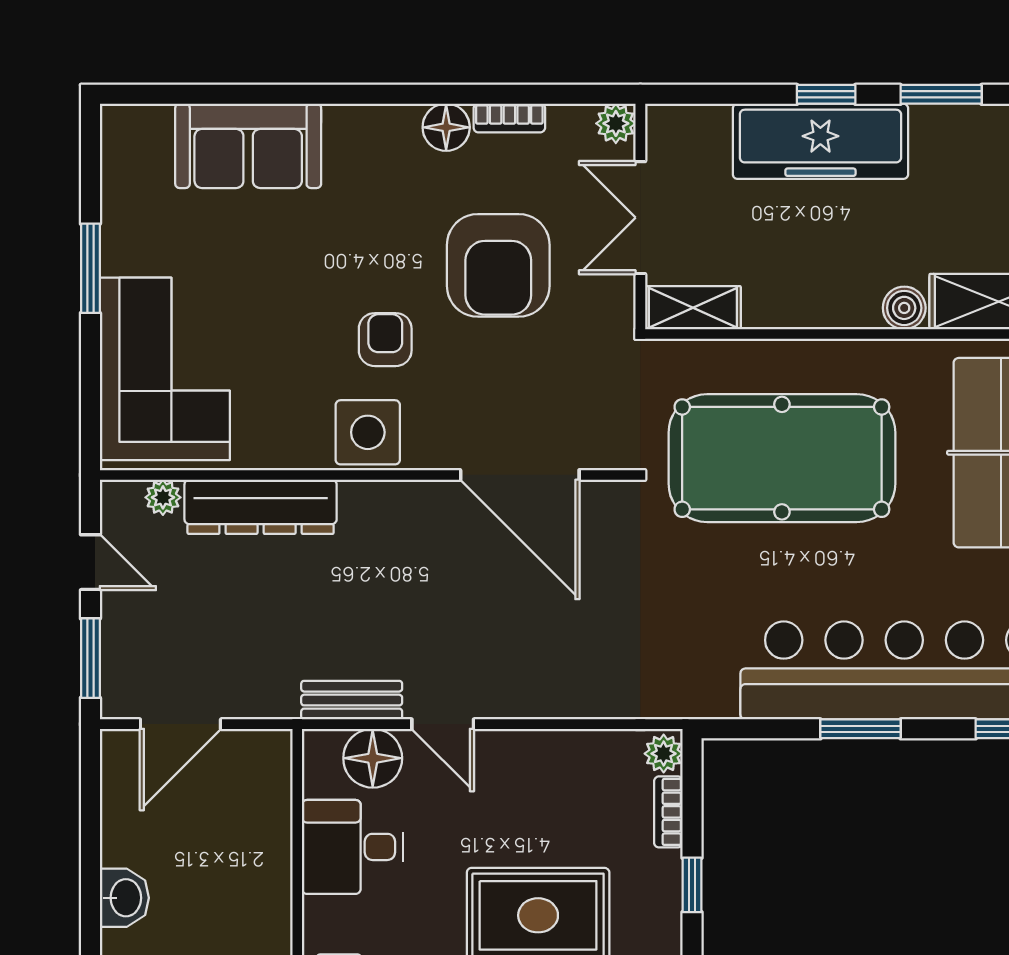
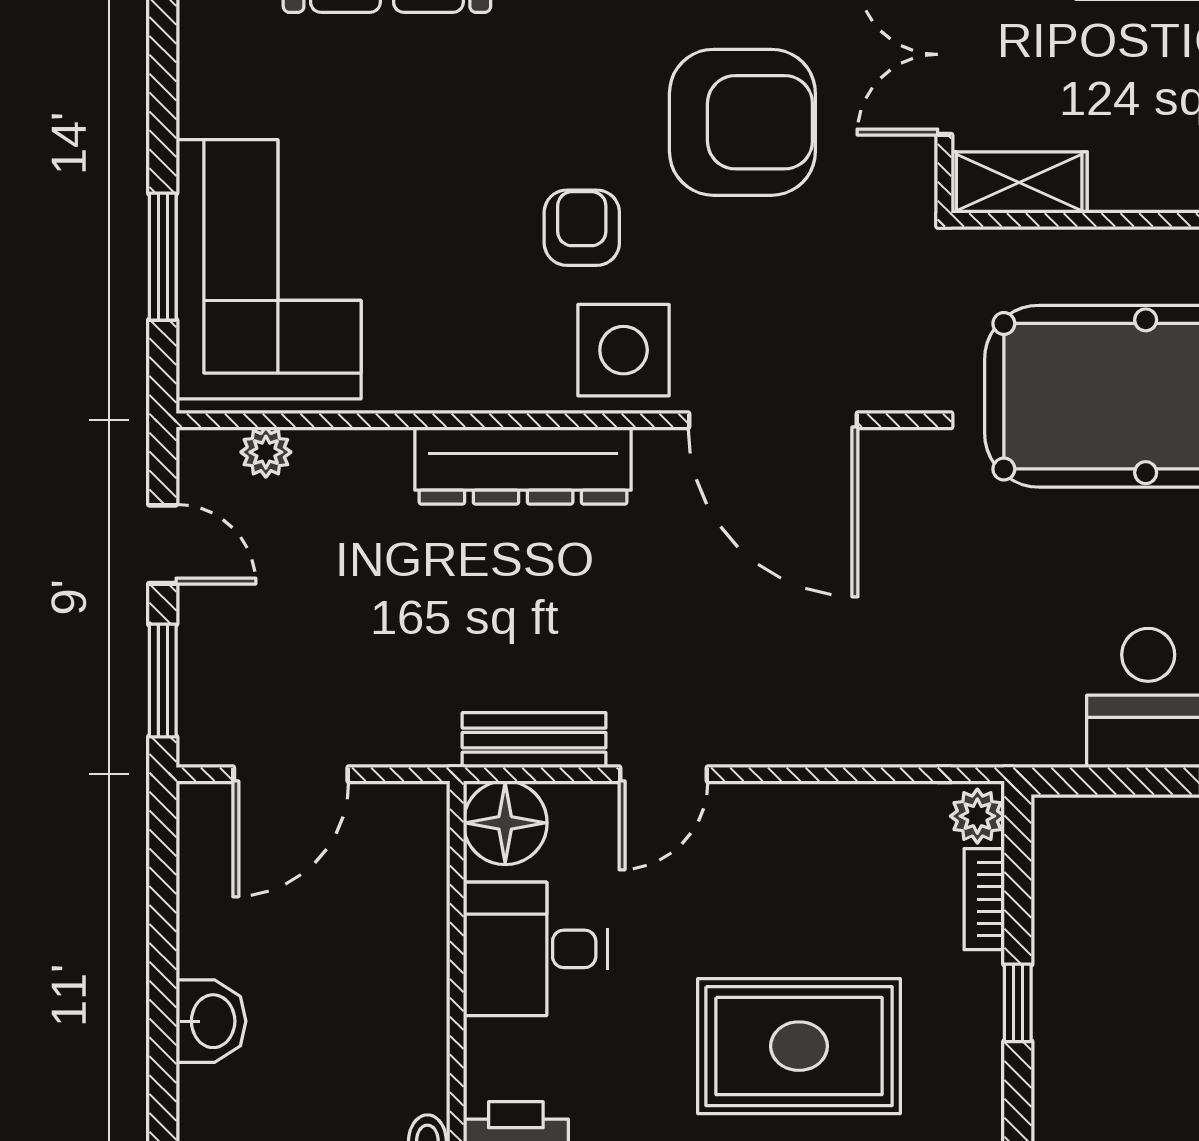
armchair: (498, 265) -> (742, 122), turned -90
window: (90, 268) -> (163, 257), moved
side table: (368, 432) -> (624, 350), moved
dresser: (261, 507) -> (523, 465), moved
door: (443, 724) -> (664, 774), hinge flipped
floor lamp: (373, 758) -> (505, 823), moved

